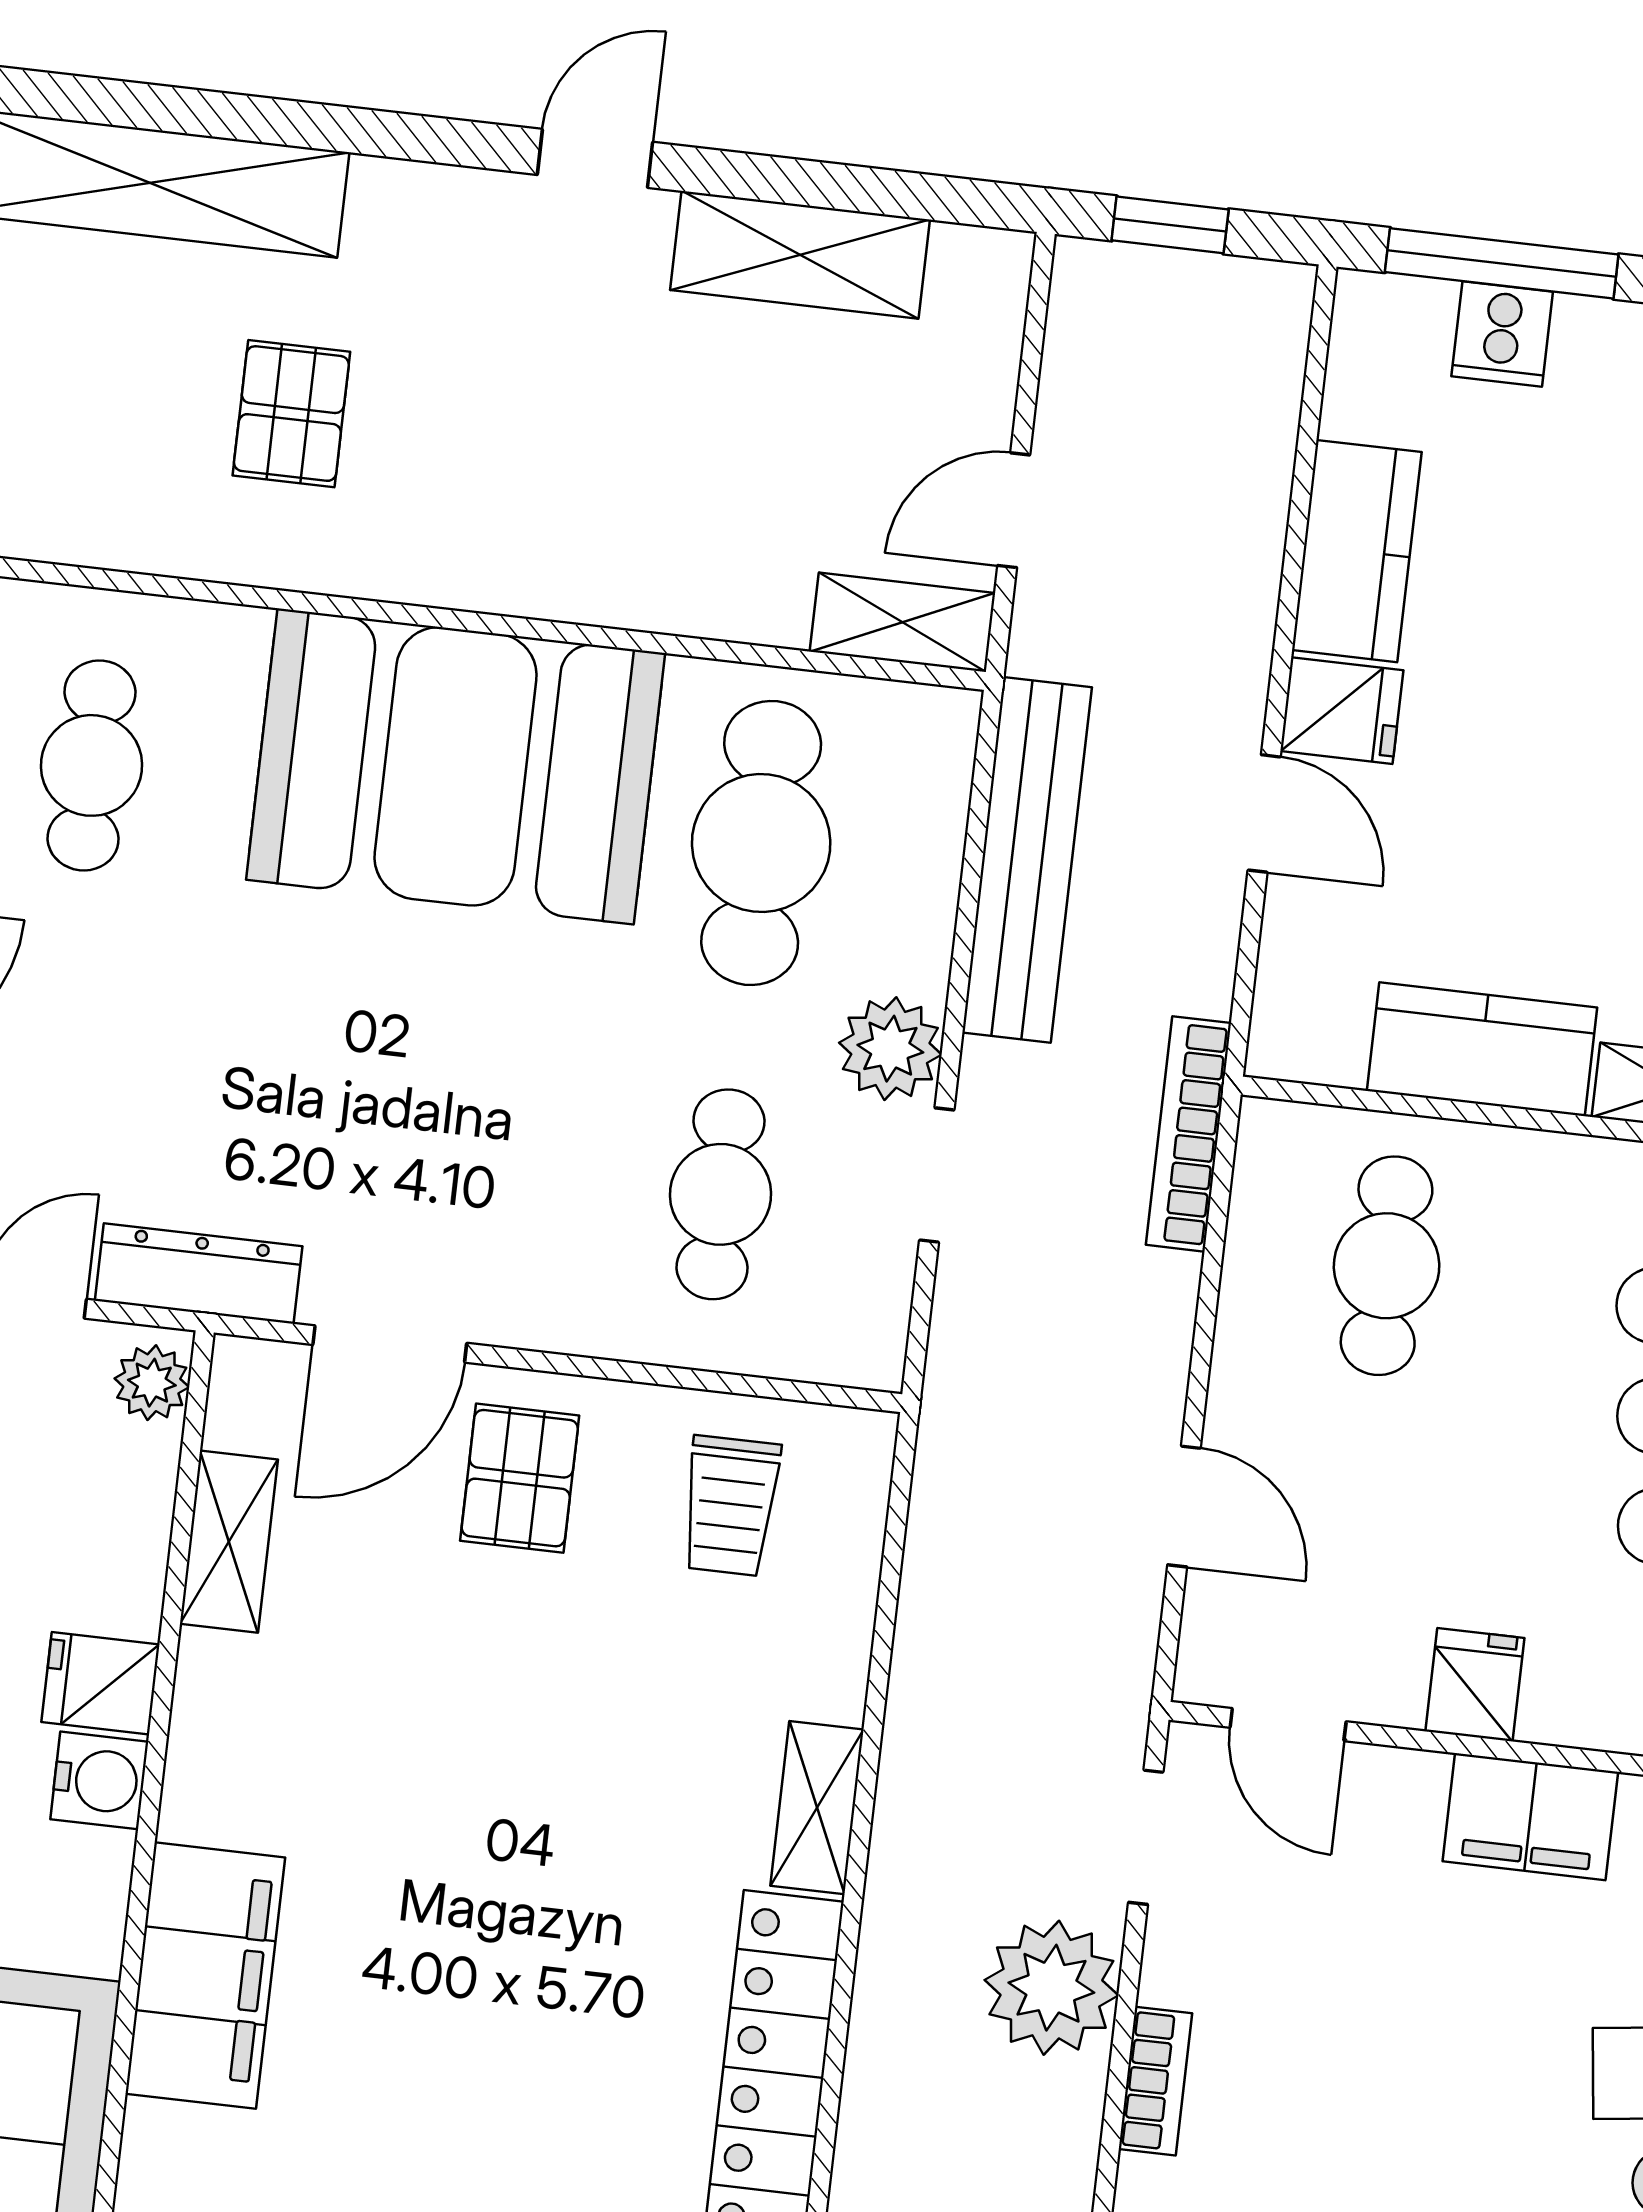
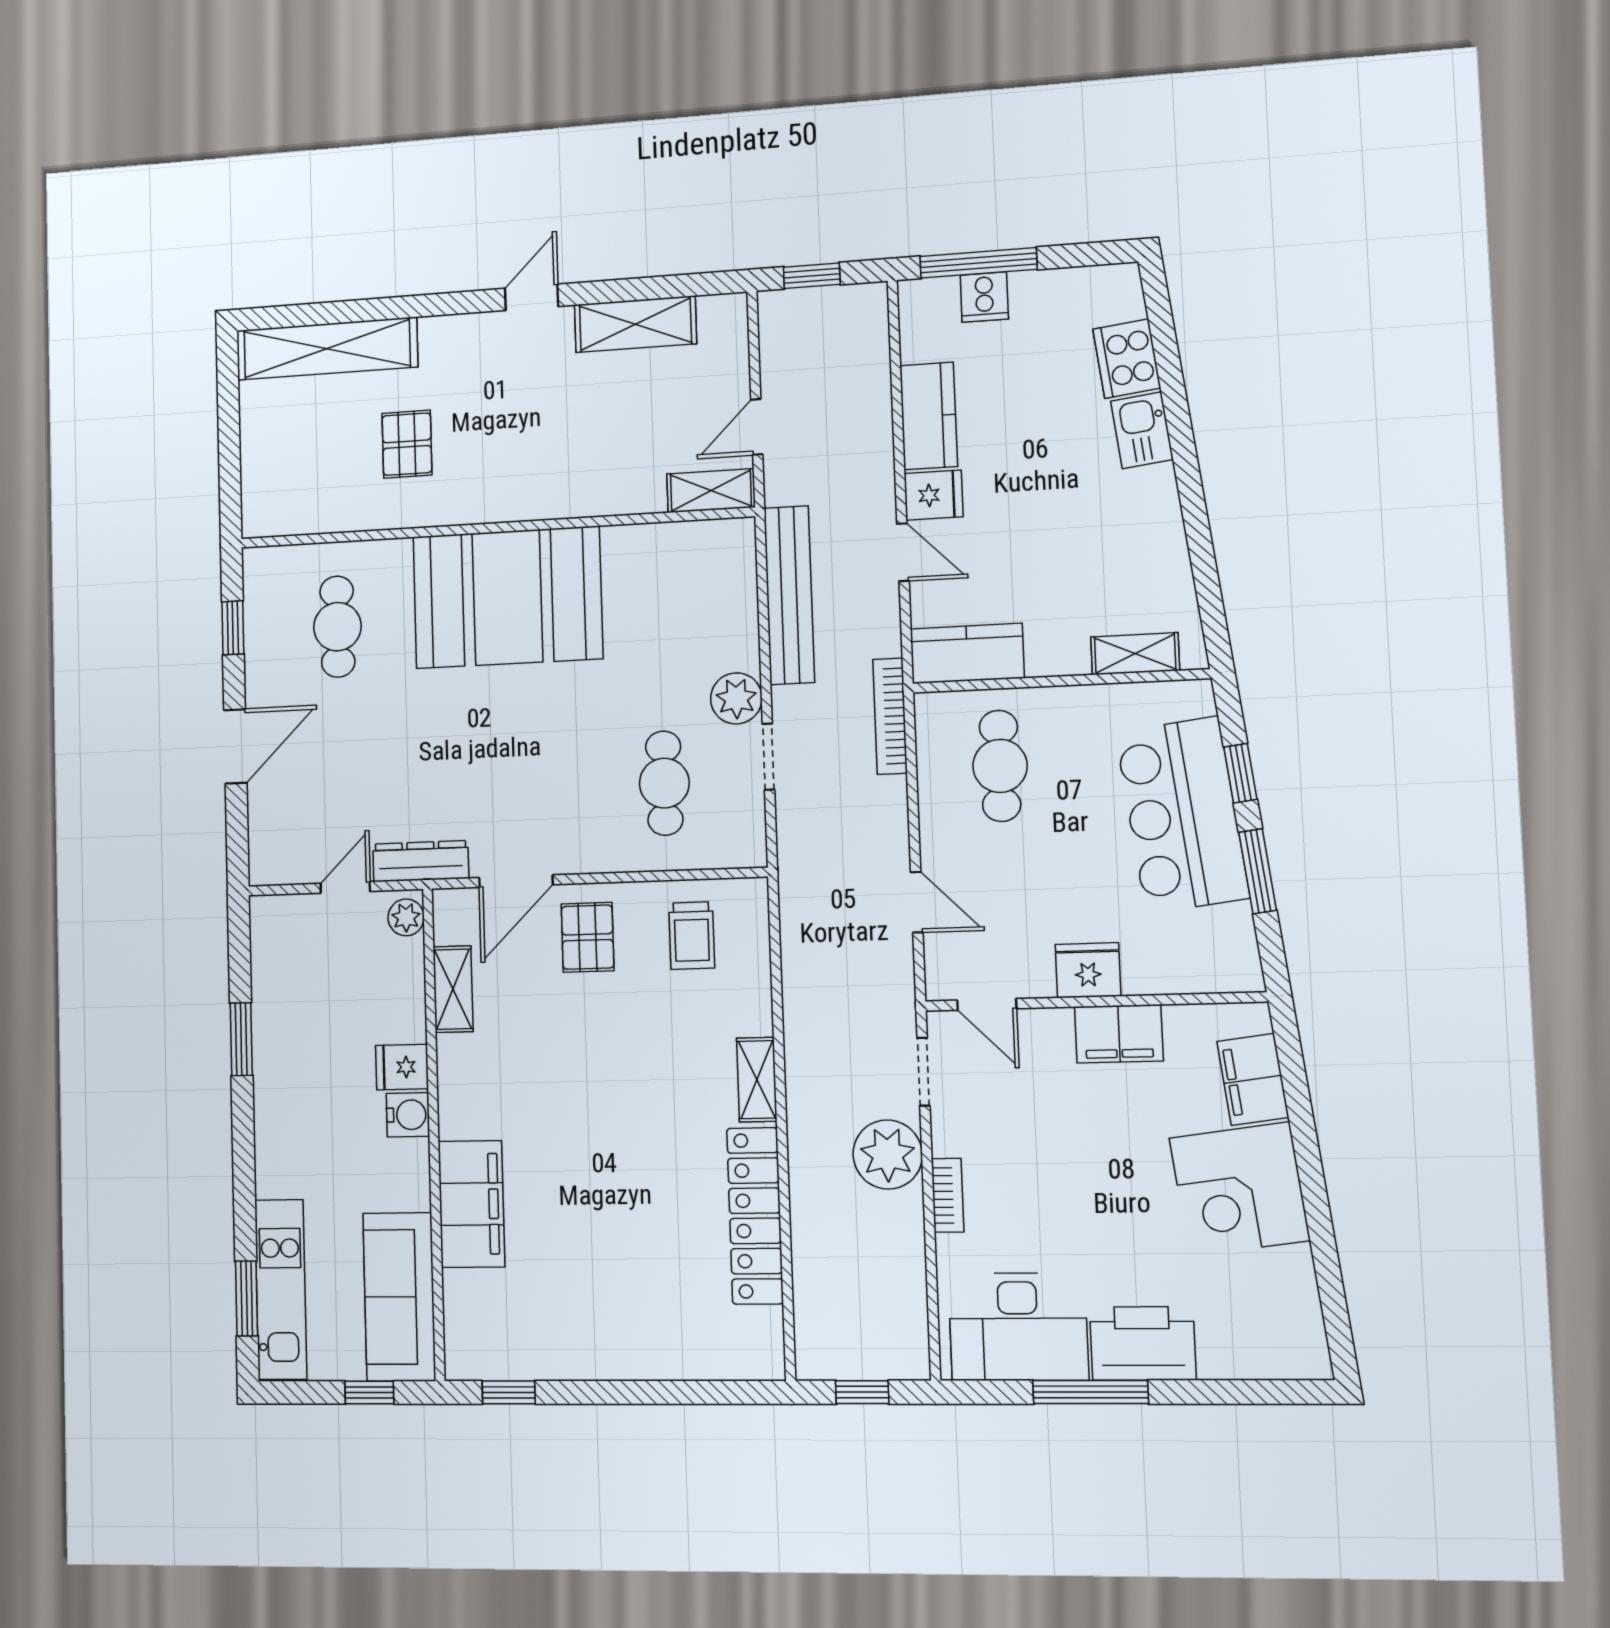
cafe table: (761, 843) -> (659, 609), removed
kitchen counter: (1482, 1049) -> (967, 653), moved
fridge: (1475, 1685) -> (1088, 970), width x1.38

